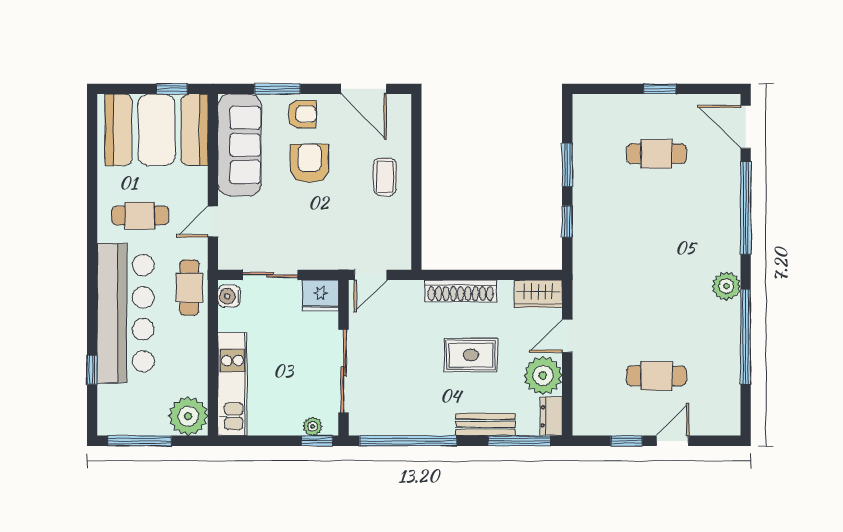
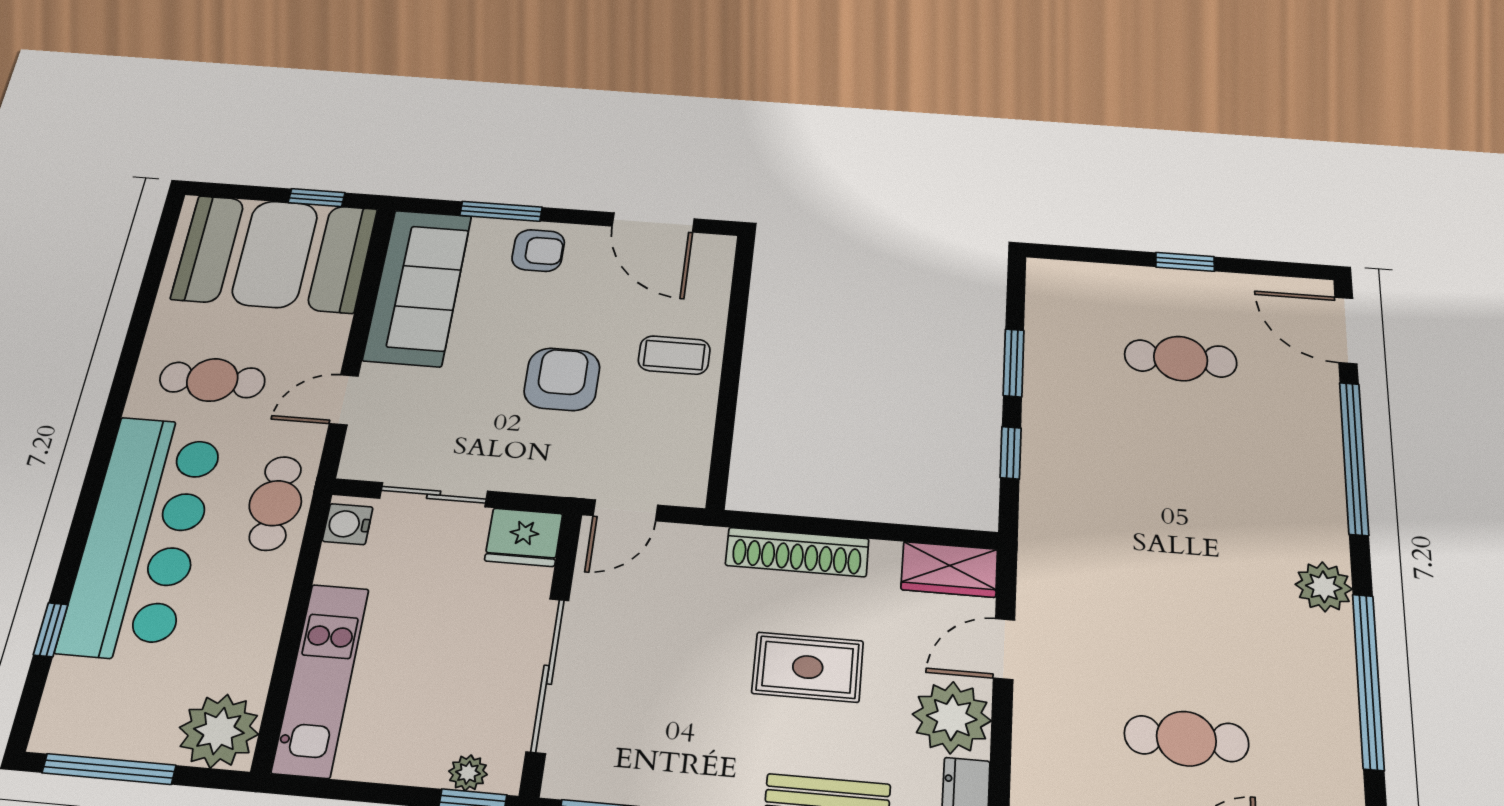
armchair: (309, 163) -> (562, 379), moved
coffee table: (385, 177) -> (674, 355), turned 90

